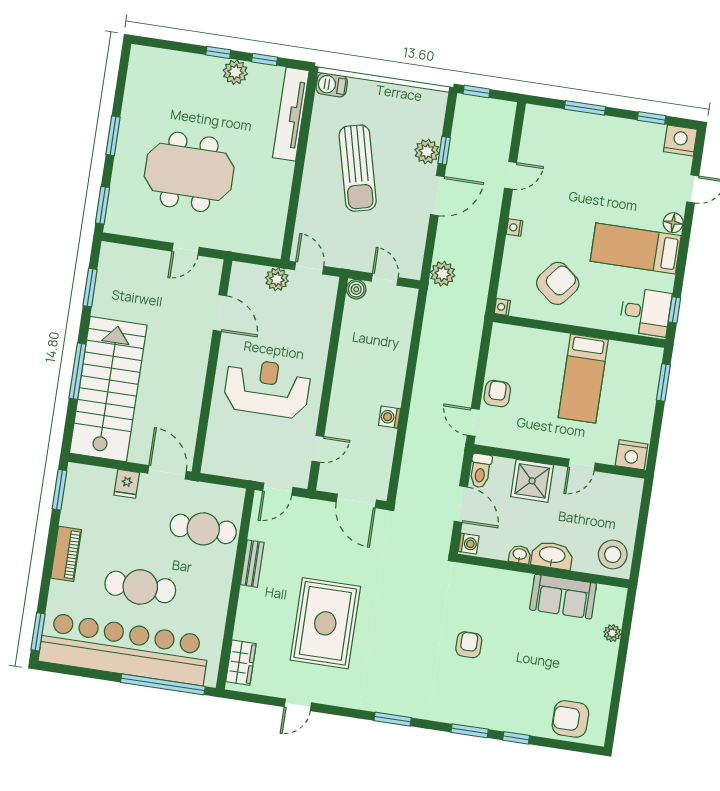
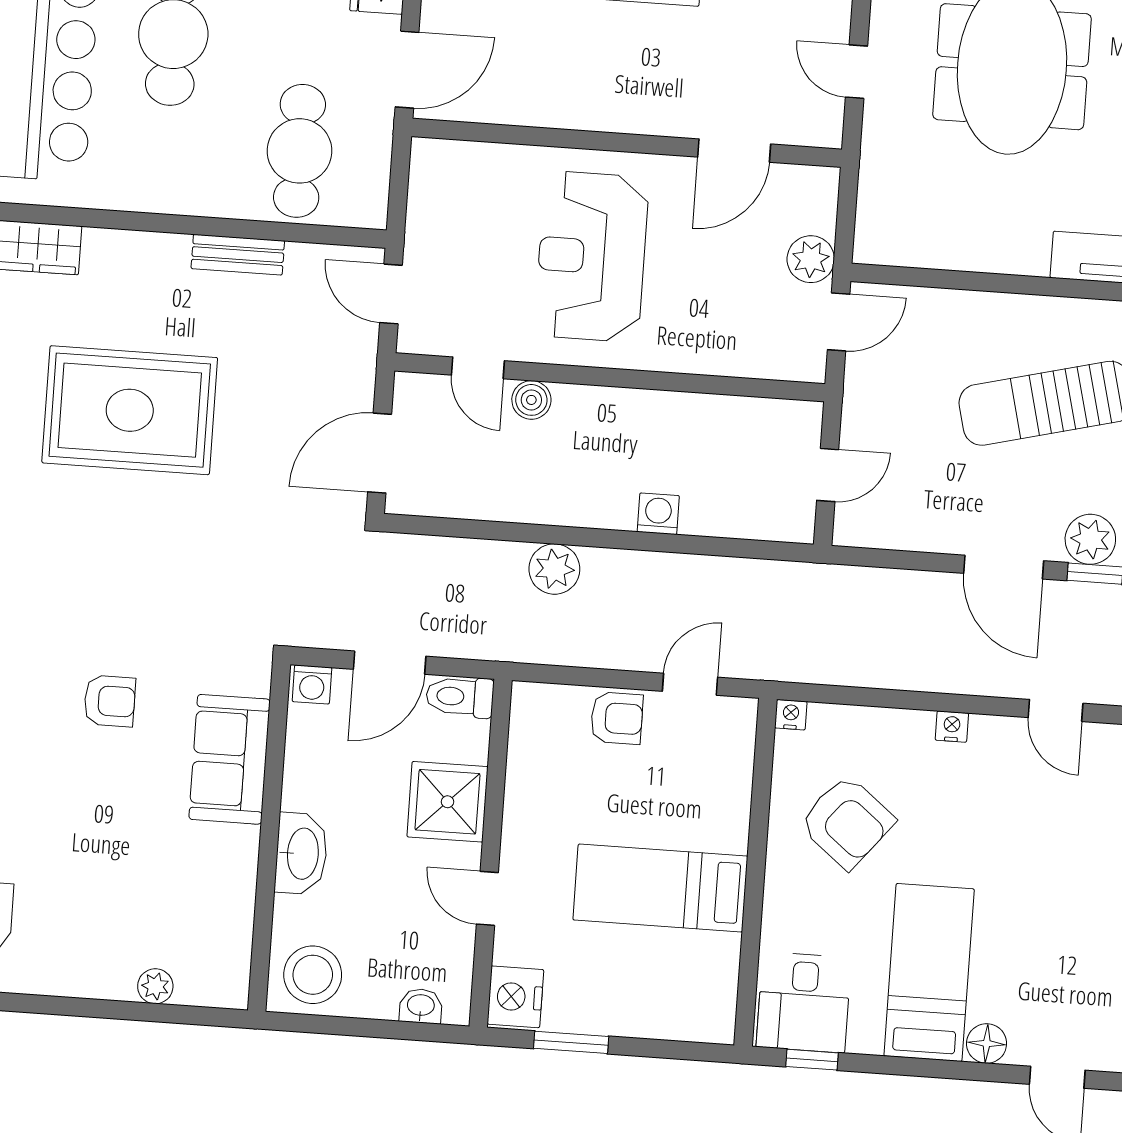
plant: (443, 274) -> (554, 569), moved
boiler: (356, 289) -> (531, 400), moved
window: (663, 382) -> (571, 1042), moved
reception desk: (267, 388) -> (592, 257), turned 180
washing machine: (389, 417) -> (658, 514), moved
door: (473, 422) -> (690, 684), moved
washbasin: (520, 554) -> (421, 1006), moved, turned -90
sofa: (563, 597) -> (230, 759), moved

